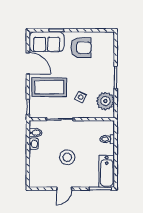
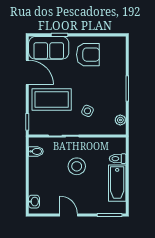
plant: (105, 101) -> (120, 120), width x0.53, depth x0.53
washbasin: (34, 144) -> (34, 202), moved
stool: (67, 157) -> (77, 166), moved
bathtub: (107, 171) -> (117, 183), moved
door: (64, 189) -> (69, 215), swing flipped

